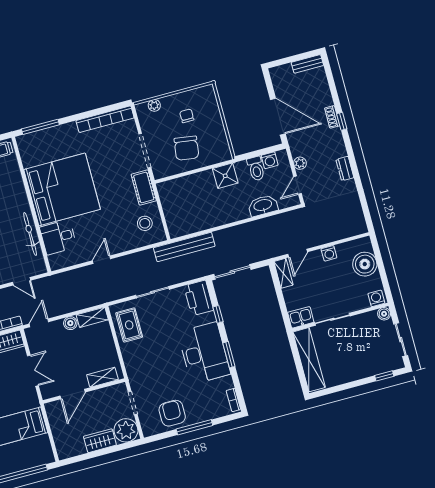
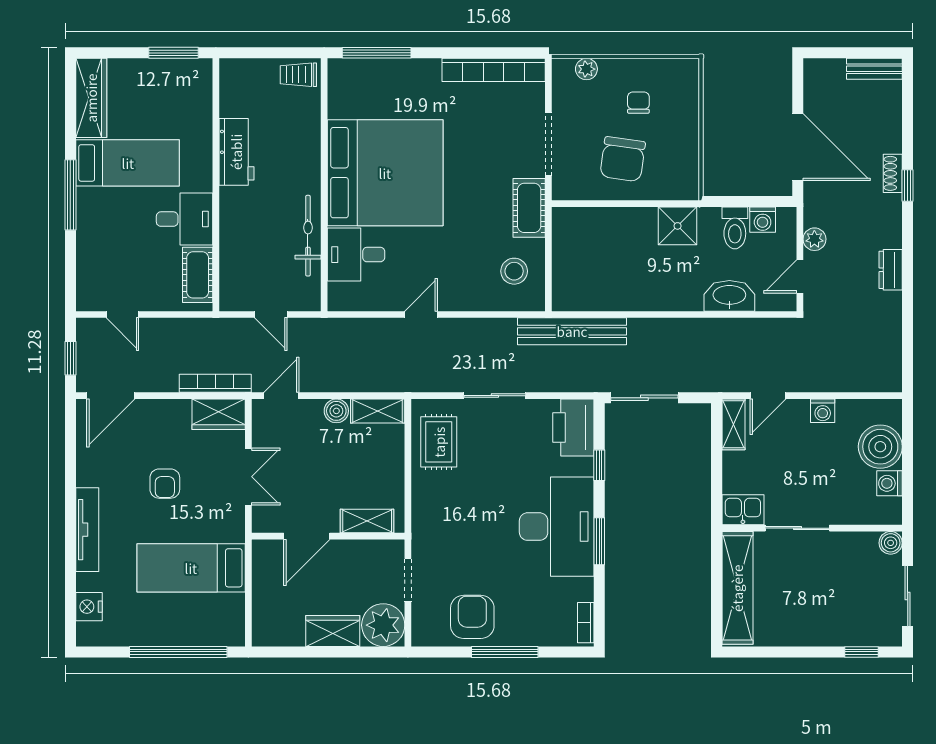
washing machine: (376, 298) -> (889, 483), moved, turned -90

